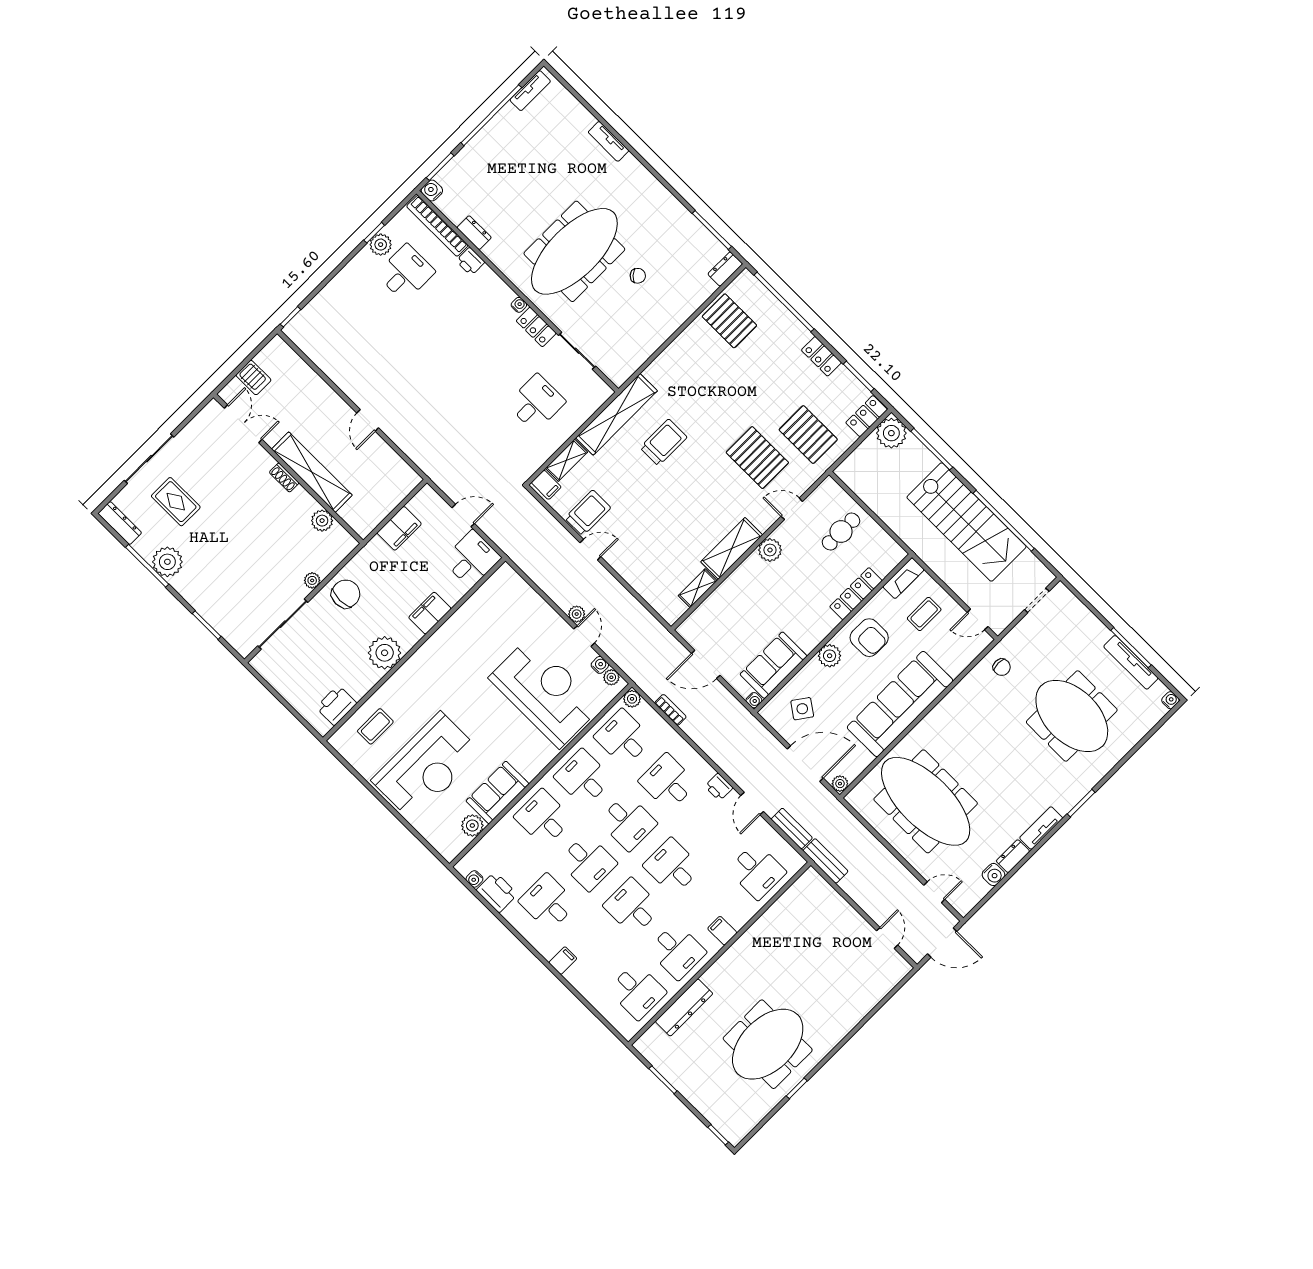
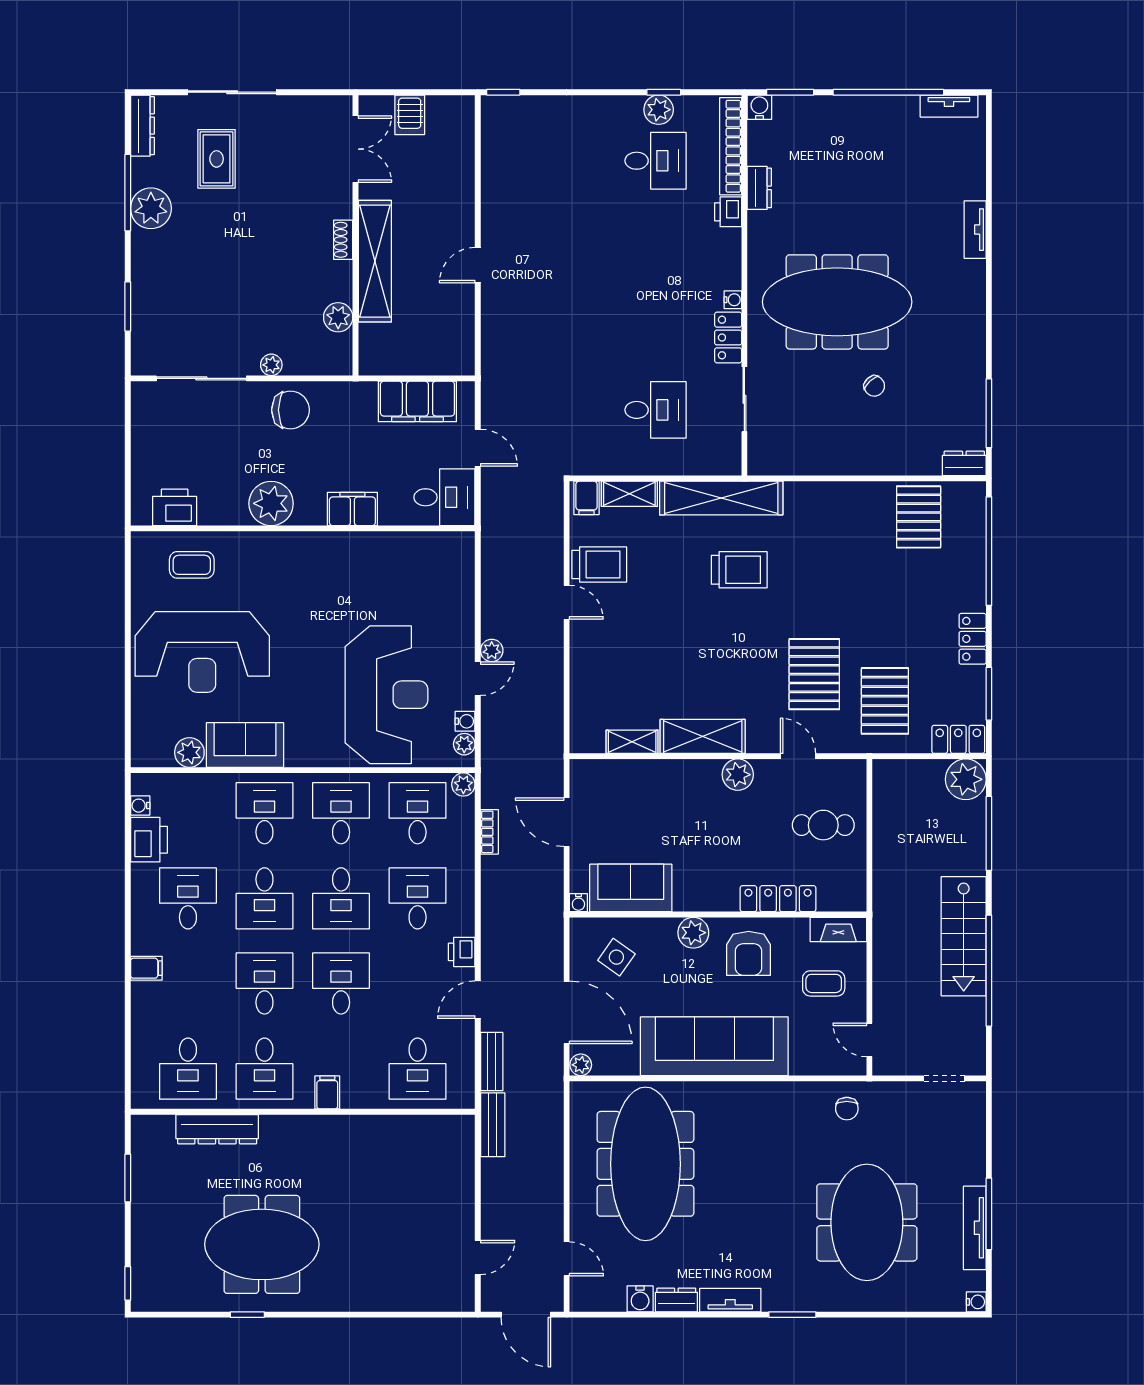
stairs: (966, 522) -> (964, 936), width x0.73, depth x0.66
filing cabinet: (399, 528) -> (417, 401), width x1.50, depth x1.17

